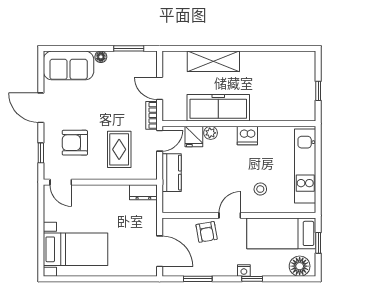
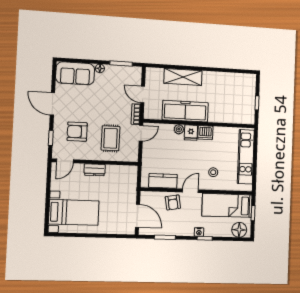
fridge: (194, 136) -> (191, 133), moved
kitchen counter: (172, 173) -> (163, 181), moved, turned -90
door: (61, 182) -> (65, 161), hinge flipped
dresser: (143, 192) -> (95, 170), moved

